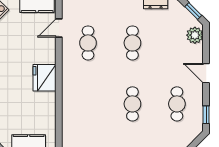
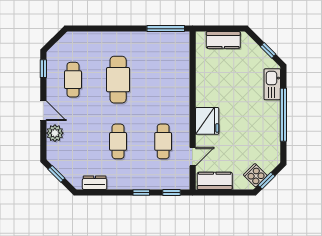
plant: (195, 35) -> (55, 133), moved
fridge: (45, 78) -> (207, 121), moved
cafe table: (132, 104) -> (118, 80), width x1.37, depth x1.35

